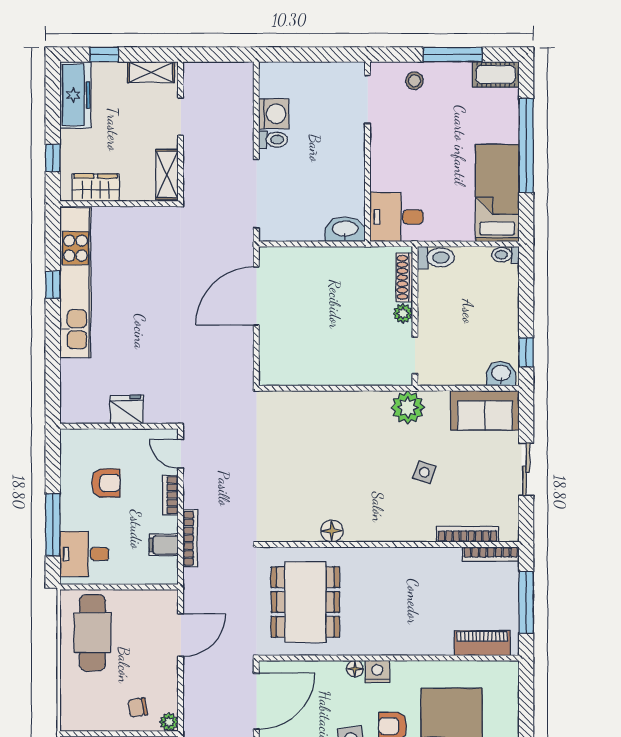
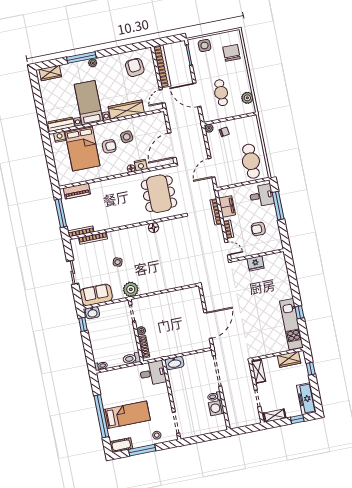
bed: (497, 193) -> (127, 415), moved, turned -90
kitchen unit: (75, 283) -> (291, 324), width x0.73
filing cabinet: (164, 545) -> (227, 206), width x2.00
nightstand: (377, 672) -> (141, 165), moved

